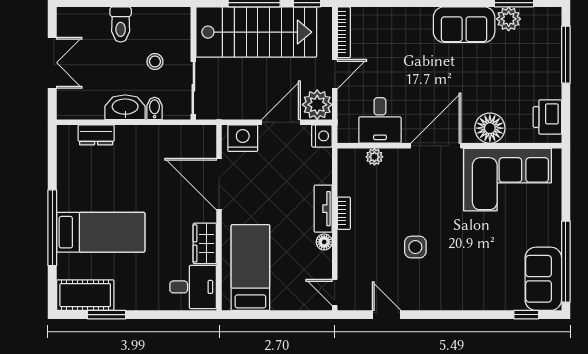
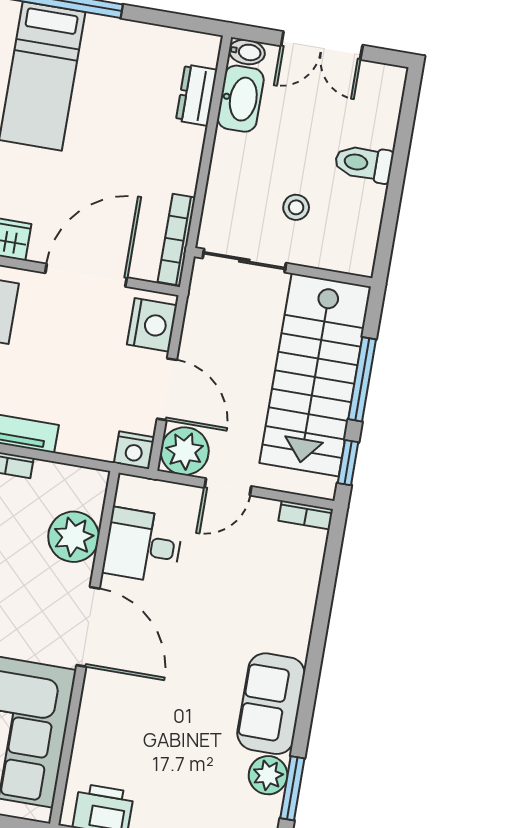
bookcase: (344, 32) -> (306, 515), width x0.64
door: (335, 74) -> (228, 487), hinge flipped
washbasin: (125, 107) -> (241, 99), moved
bidet: (155, 108) -> (247, 52), moved
floor lamp: (490, 128) -> (101, 716), removed
bookcase: (188, 132) -> (177, 240), added
plant: (374, 157) -> (74, 537), width x1.87, depth x1.87

